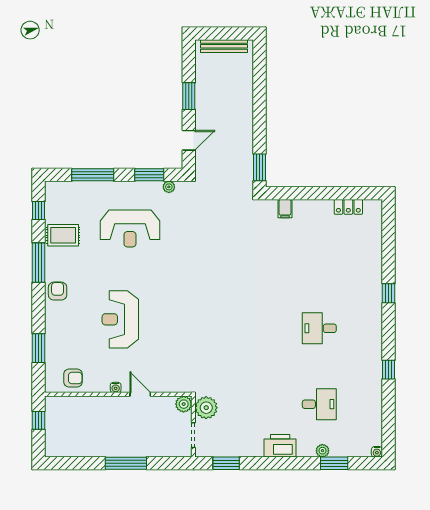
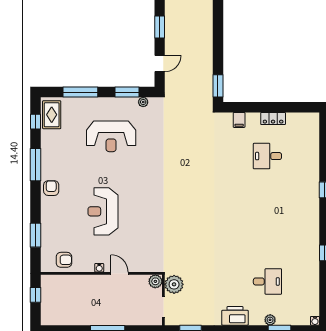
locker: (348, 207) -> (273, 119), moved
rug: (63, 235) -> (52, 115), moved, turned 90
desk: (319, 328) -> (267, 156), moved

